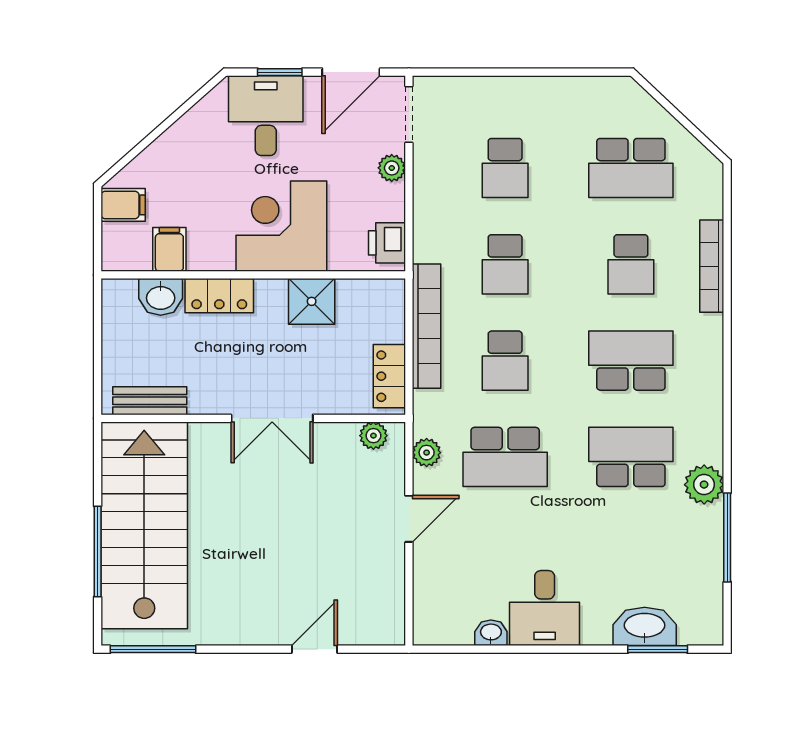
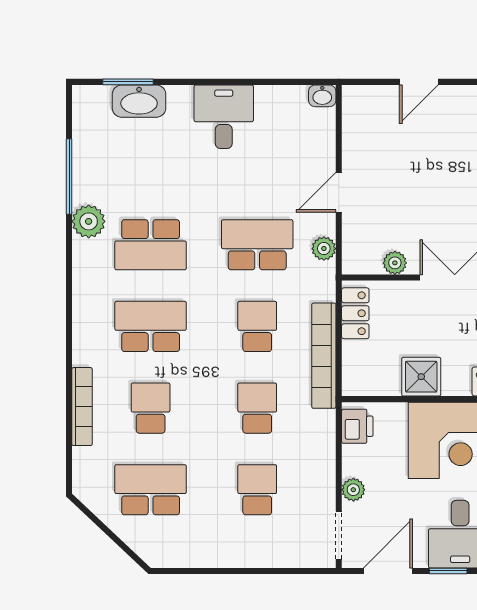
school desk: (631, 361) -> (151, 326), turned 180
plant: (373, 436) -> (395, 263), moved
washbasin: (491, 633) -> (322, 96), moved

